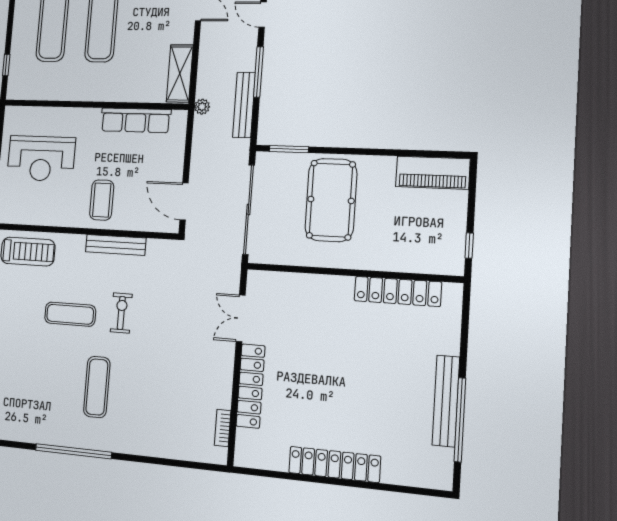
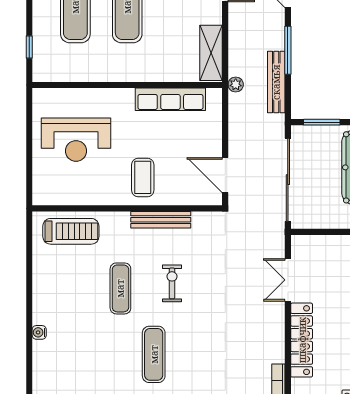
exercise mat: (70, 314) -> (120, 288), turned 90

